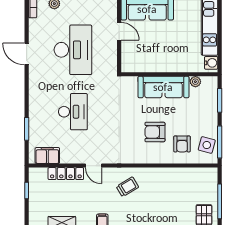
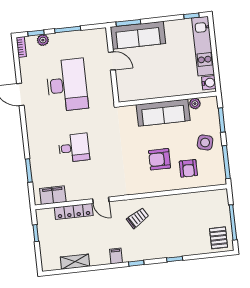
desk: (73, 112) -> (74, 148), width x0.73
side table: (207, 145) -> (205, 142), moved

